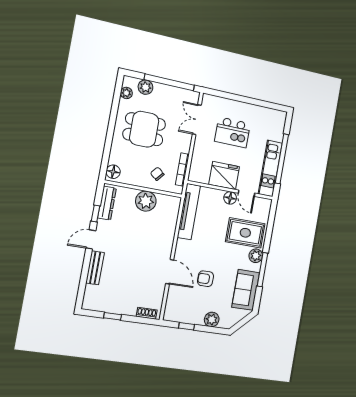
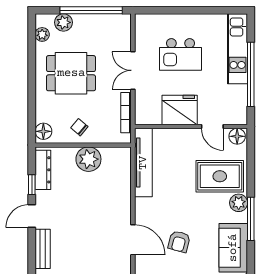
double door: (197, 120) -> (133, 70), moved
kitchen unit: (270, 168) -> (238, 49), moved
chair: (157, 174) -> (79, 127), moved
floor lamp: (230, 198) -> (237, 136), moved
armchair: (205, 279) -> (179, 242), turned -75

